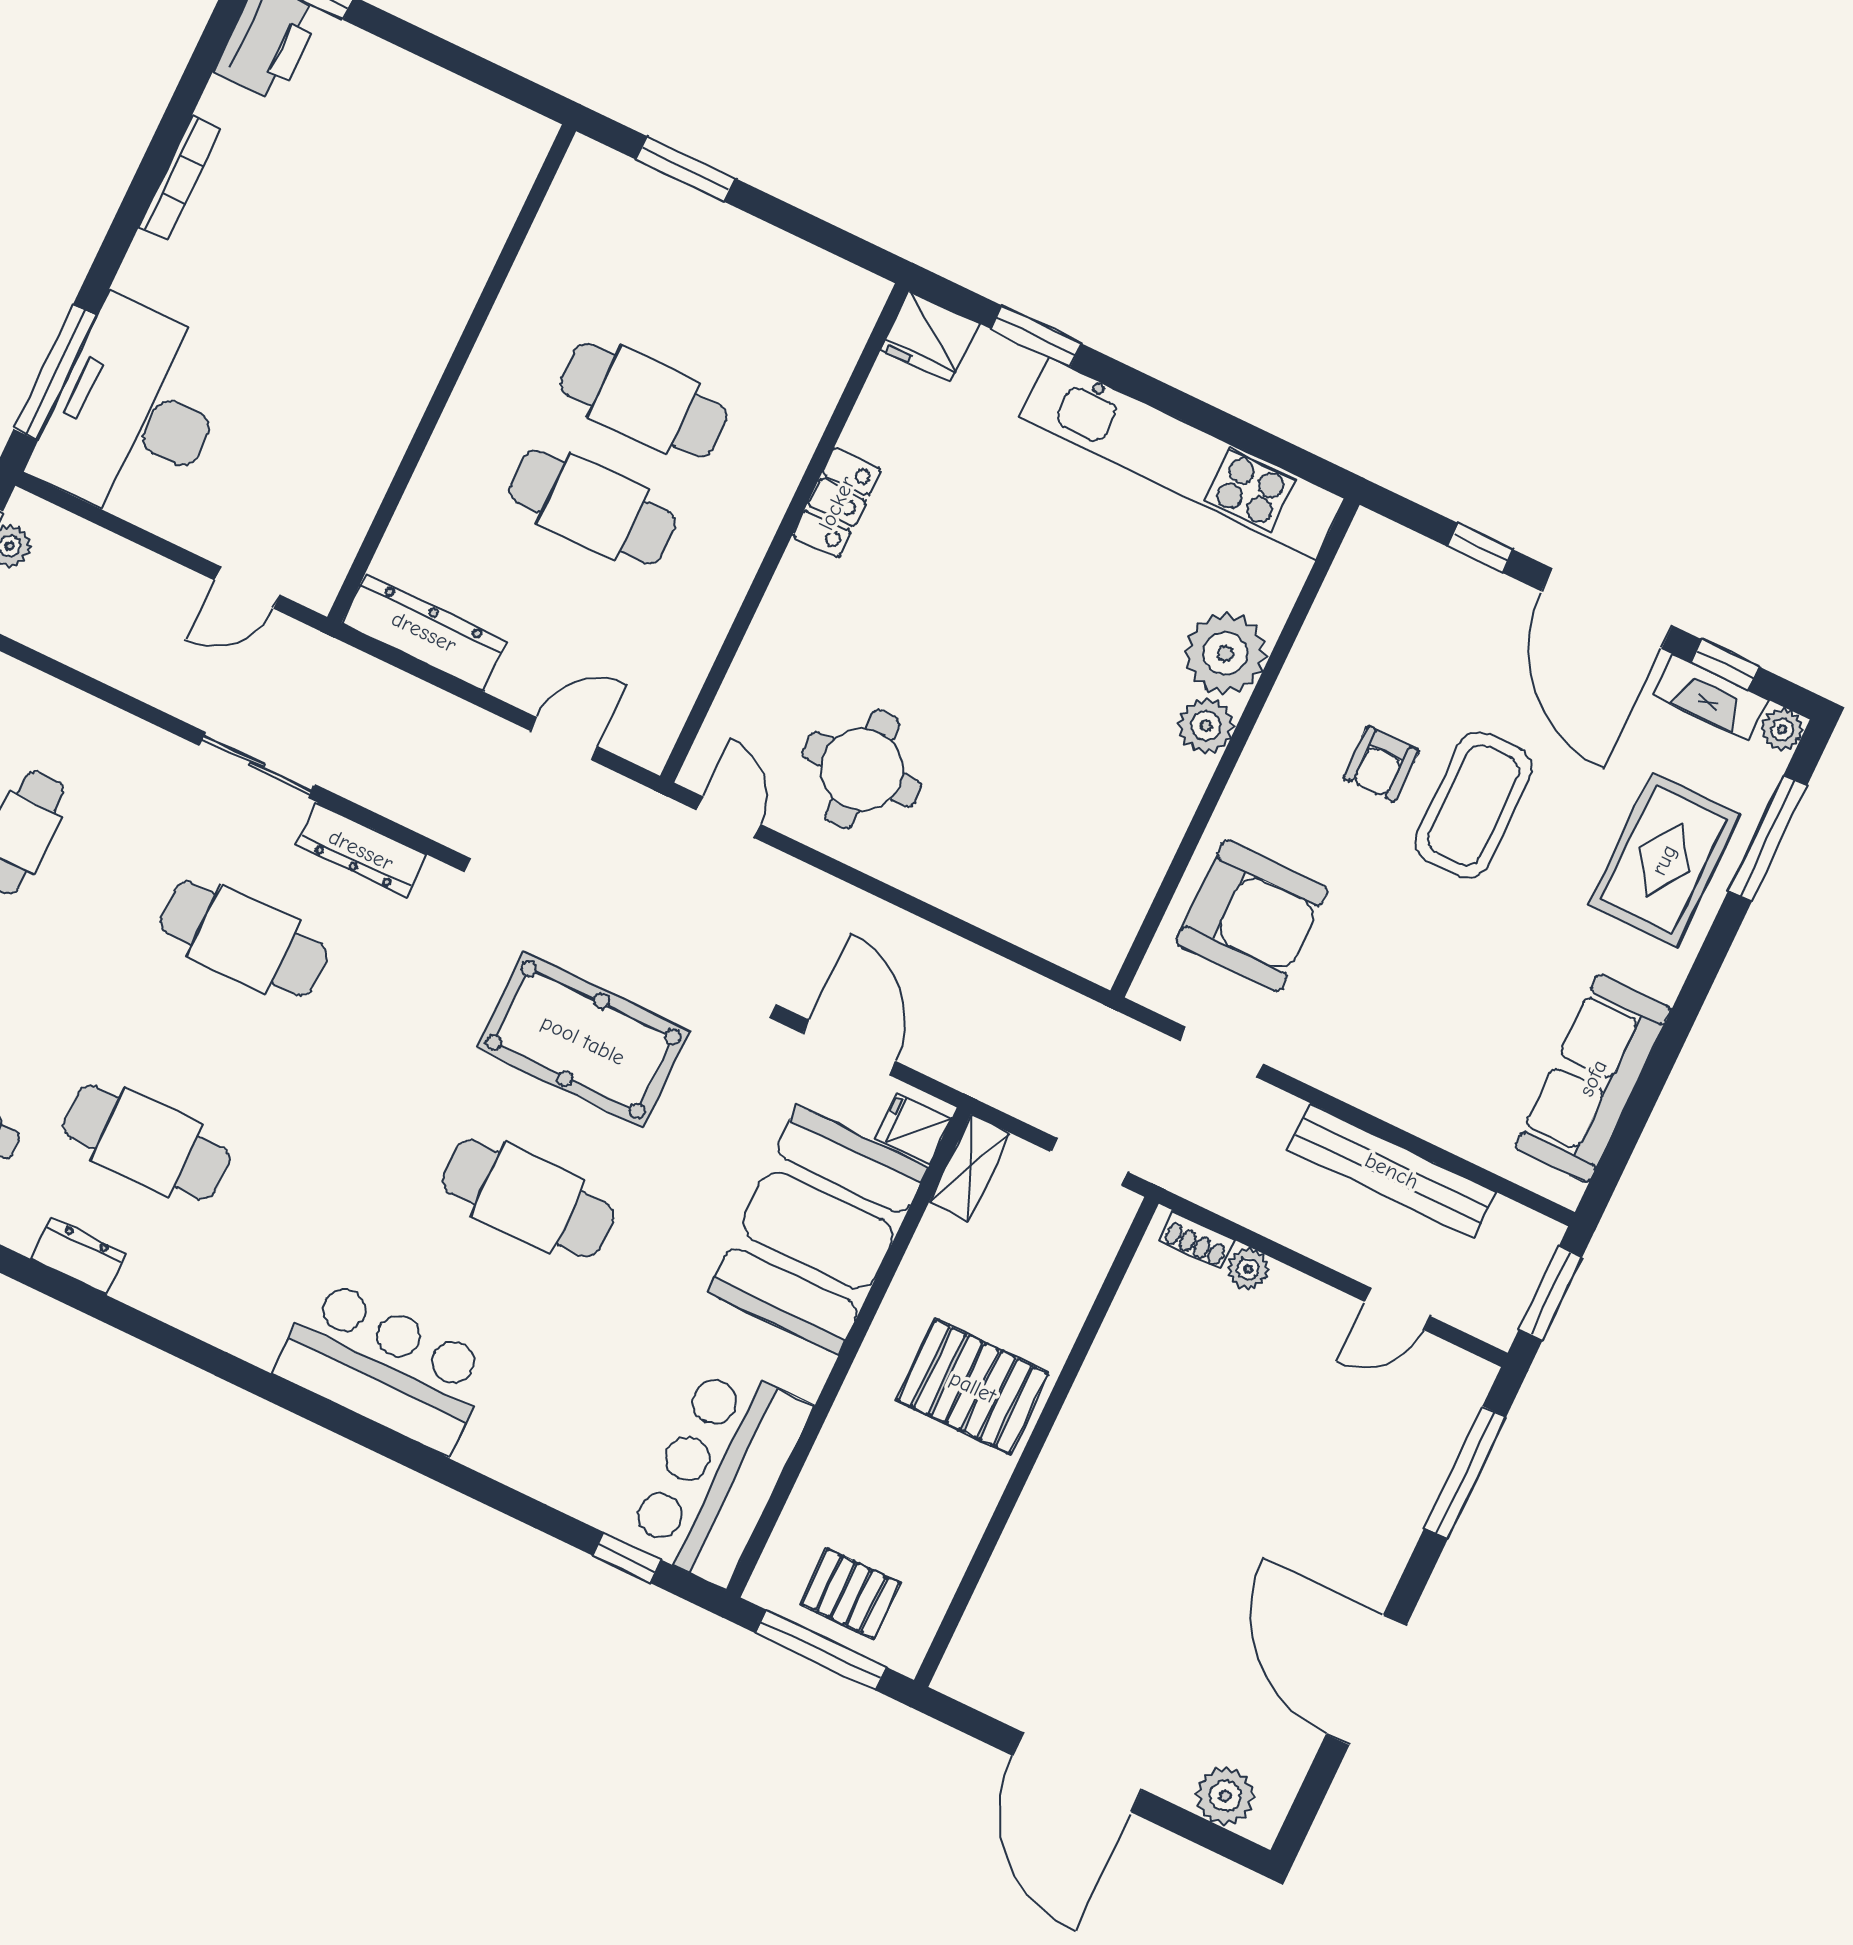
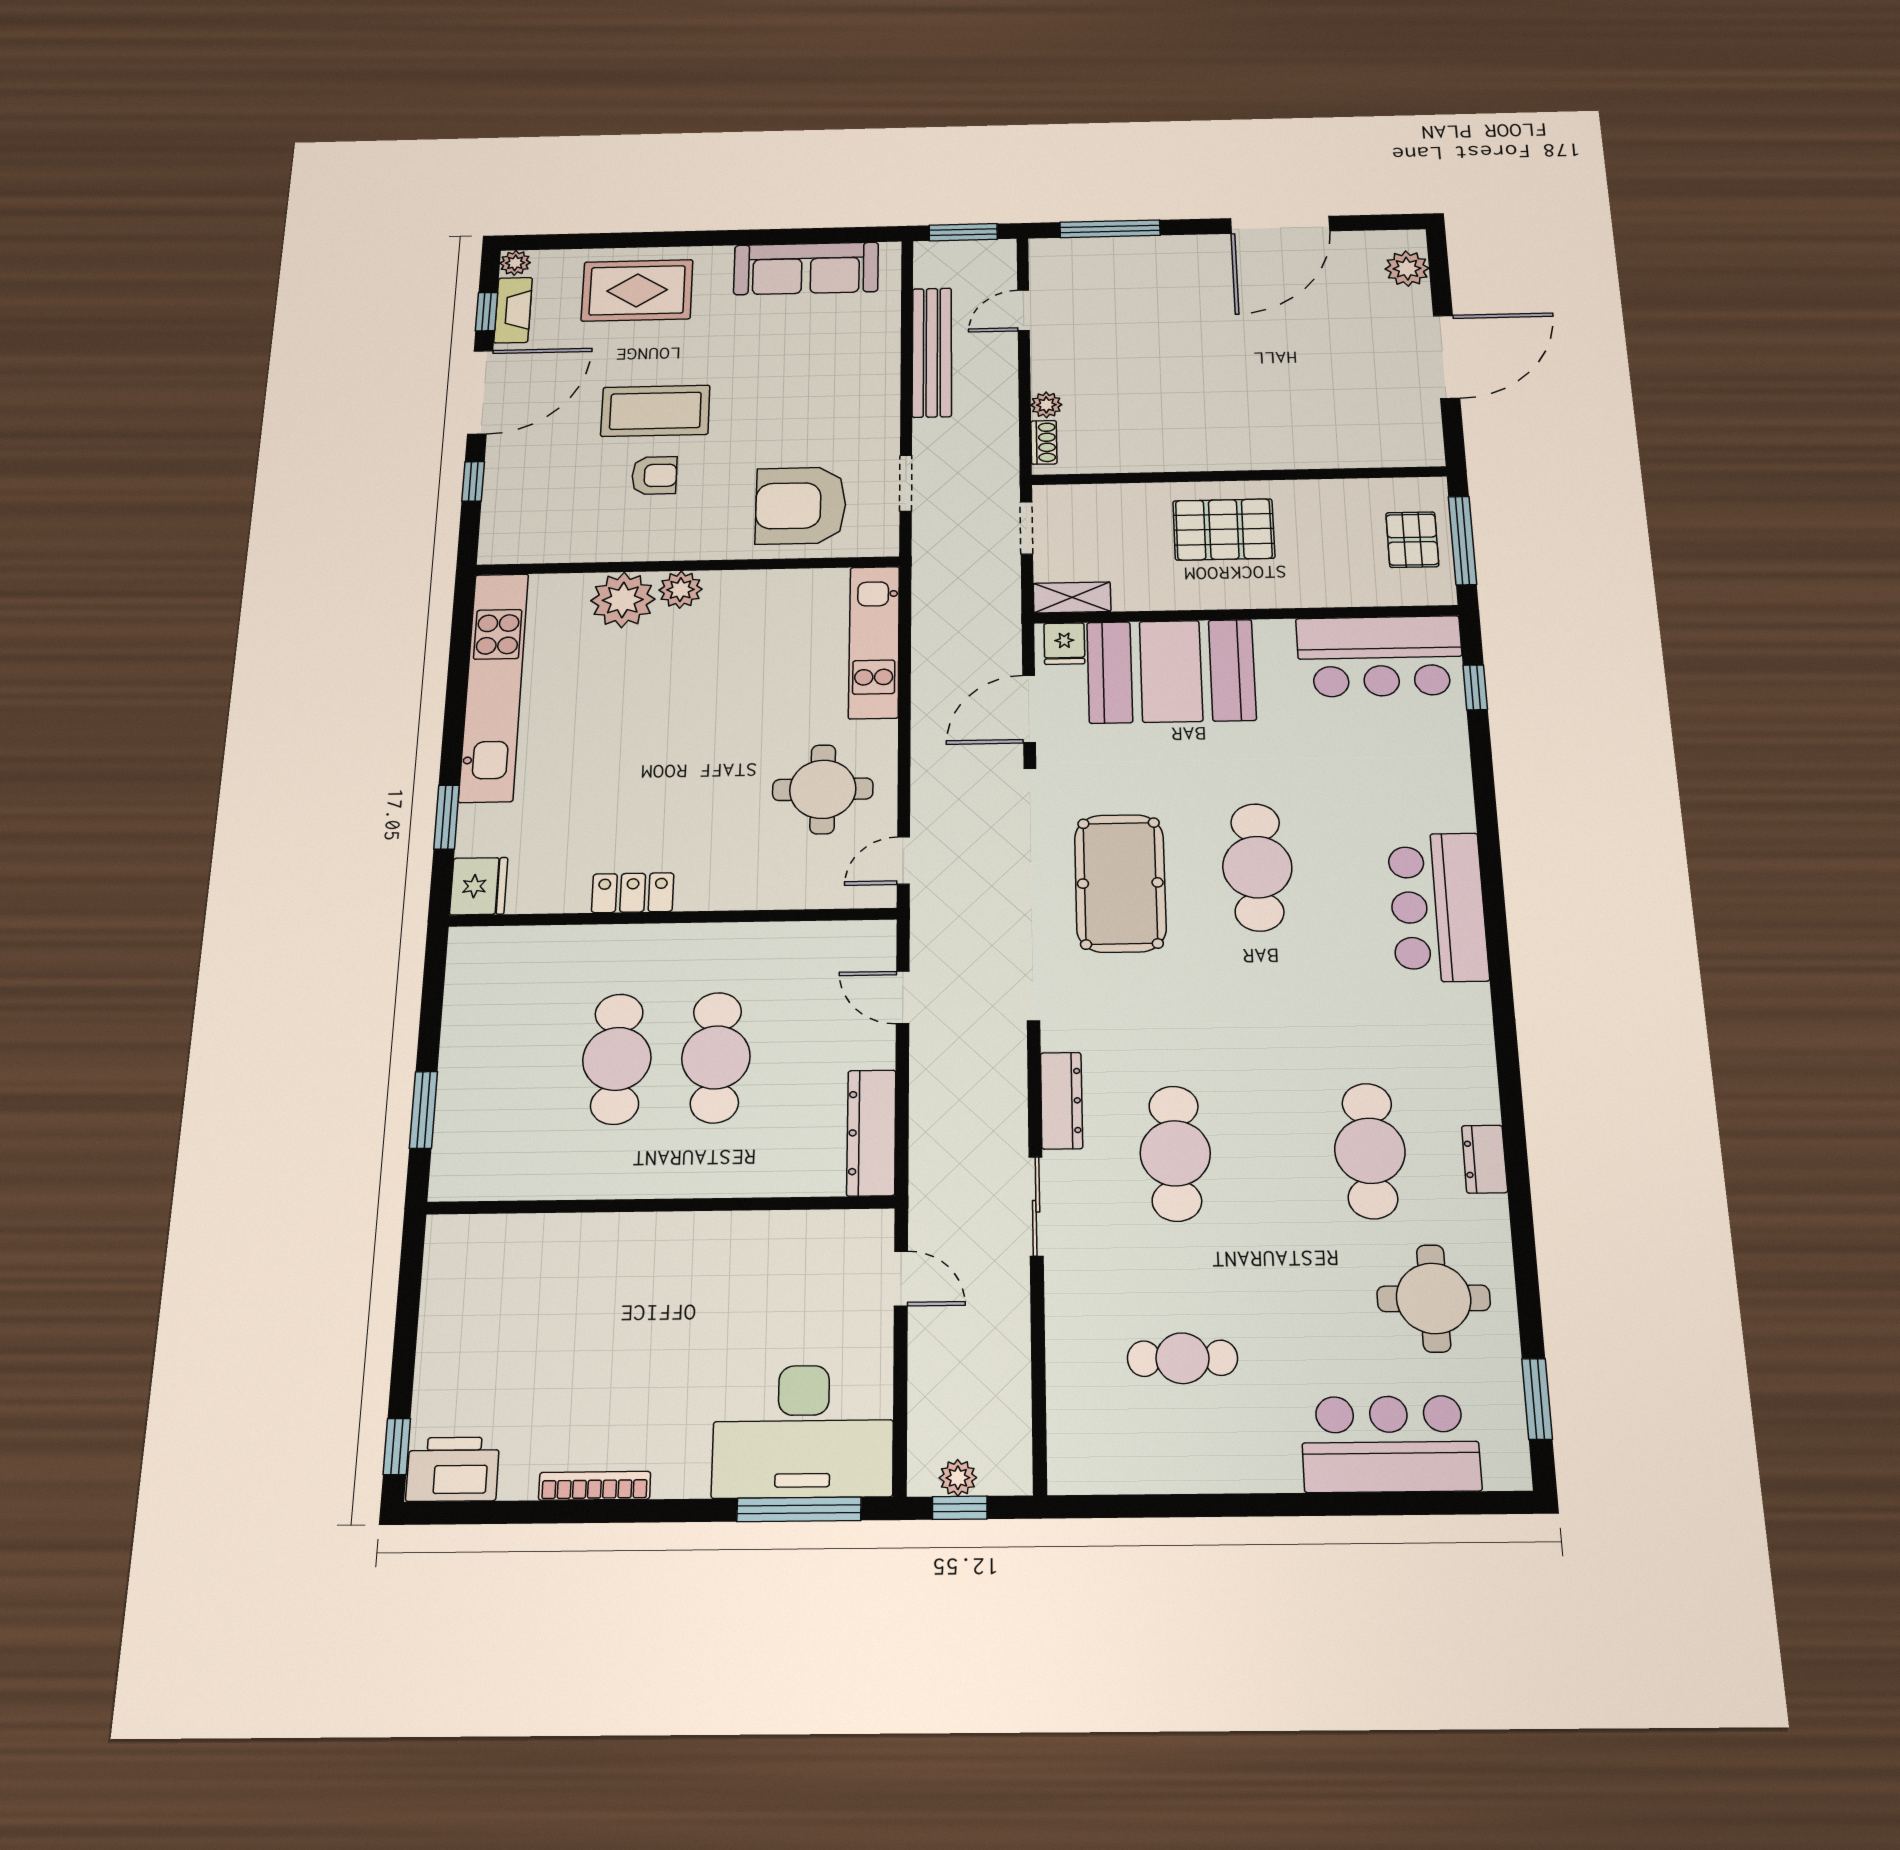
window: (1768, 838) -> (593, 241), removed
kitchen unit: (1024, 915) -> (874, 642), added
armchair: (1252, 916) -> (801, 506), turned -90
door: (1397, 1309) -> (1023, 310), swing flipped
pallet: (973, 1387) -> (1224, 529), turned 90

